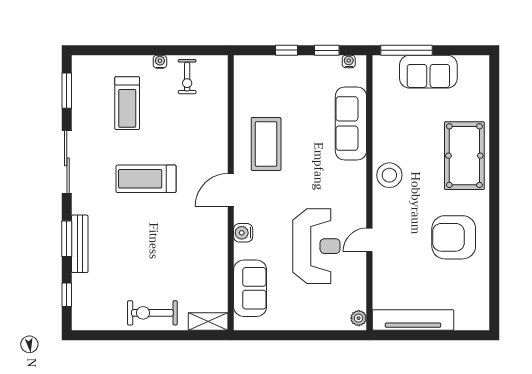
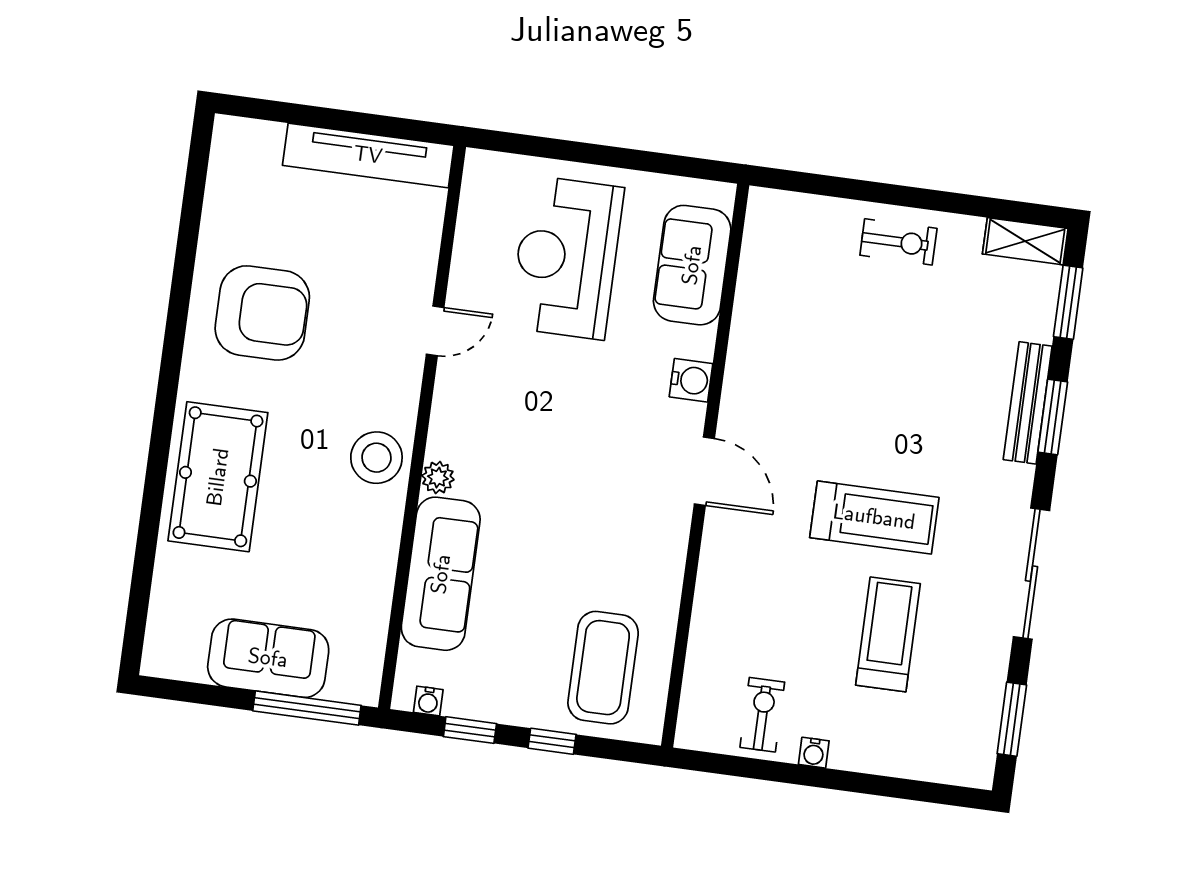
treadmill: (127, 103) -> (888, 634), moved
coffee table: (266, 144) -> (603, 668), moved
door: (231, 190) -> (704, 471), hinge flipped
reception desk: (316, 246) -> (566, 258), moved
window: (67, 295) -> (1068, 302), width x1.50
exercise bike: (152, 313) -> (898, 242), width x0.73, depth x0.72
plant: (359, 318) -> (438, 478), moved
shelving: (208, 321) -> (1025, 241), moved

